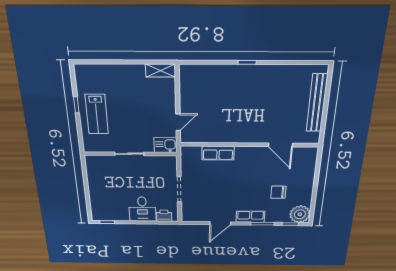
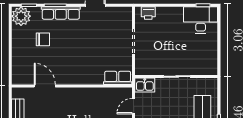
row of seats: (218, 153) -> (118, 78), moved
desk: (142, 209) -> (201, 20), moved, width x1.37
row of seats: (250, 217) -> (61, 13), width x1.48

